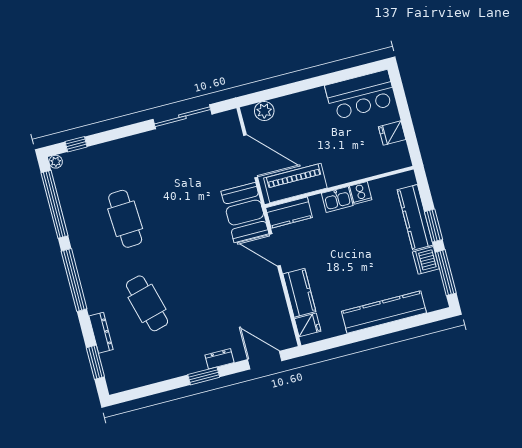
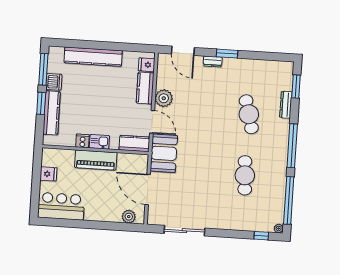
piano: (295, 183) -> (96, 160), moved
plant: (270, 287) -> (164, 98), added

